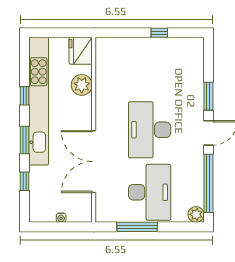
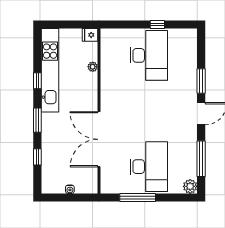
fridge: (81, 51) -> (90, 35), width x0.53, depth x0.75
plant: (82, 85) -> (93, 67), width x0.53, depth x0.53
kitchen unit: (39, 101) -> (50, 70), width x0.73
desk: (150, 130) -> (149, 55), moved, turned 180
window: (208, 183) -> (201, 159), width x0.68

